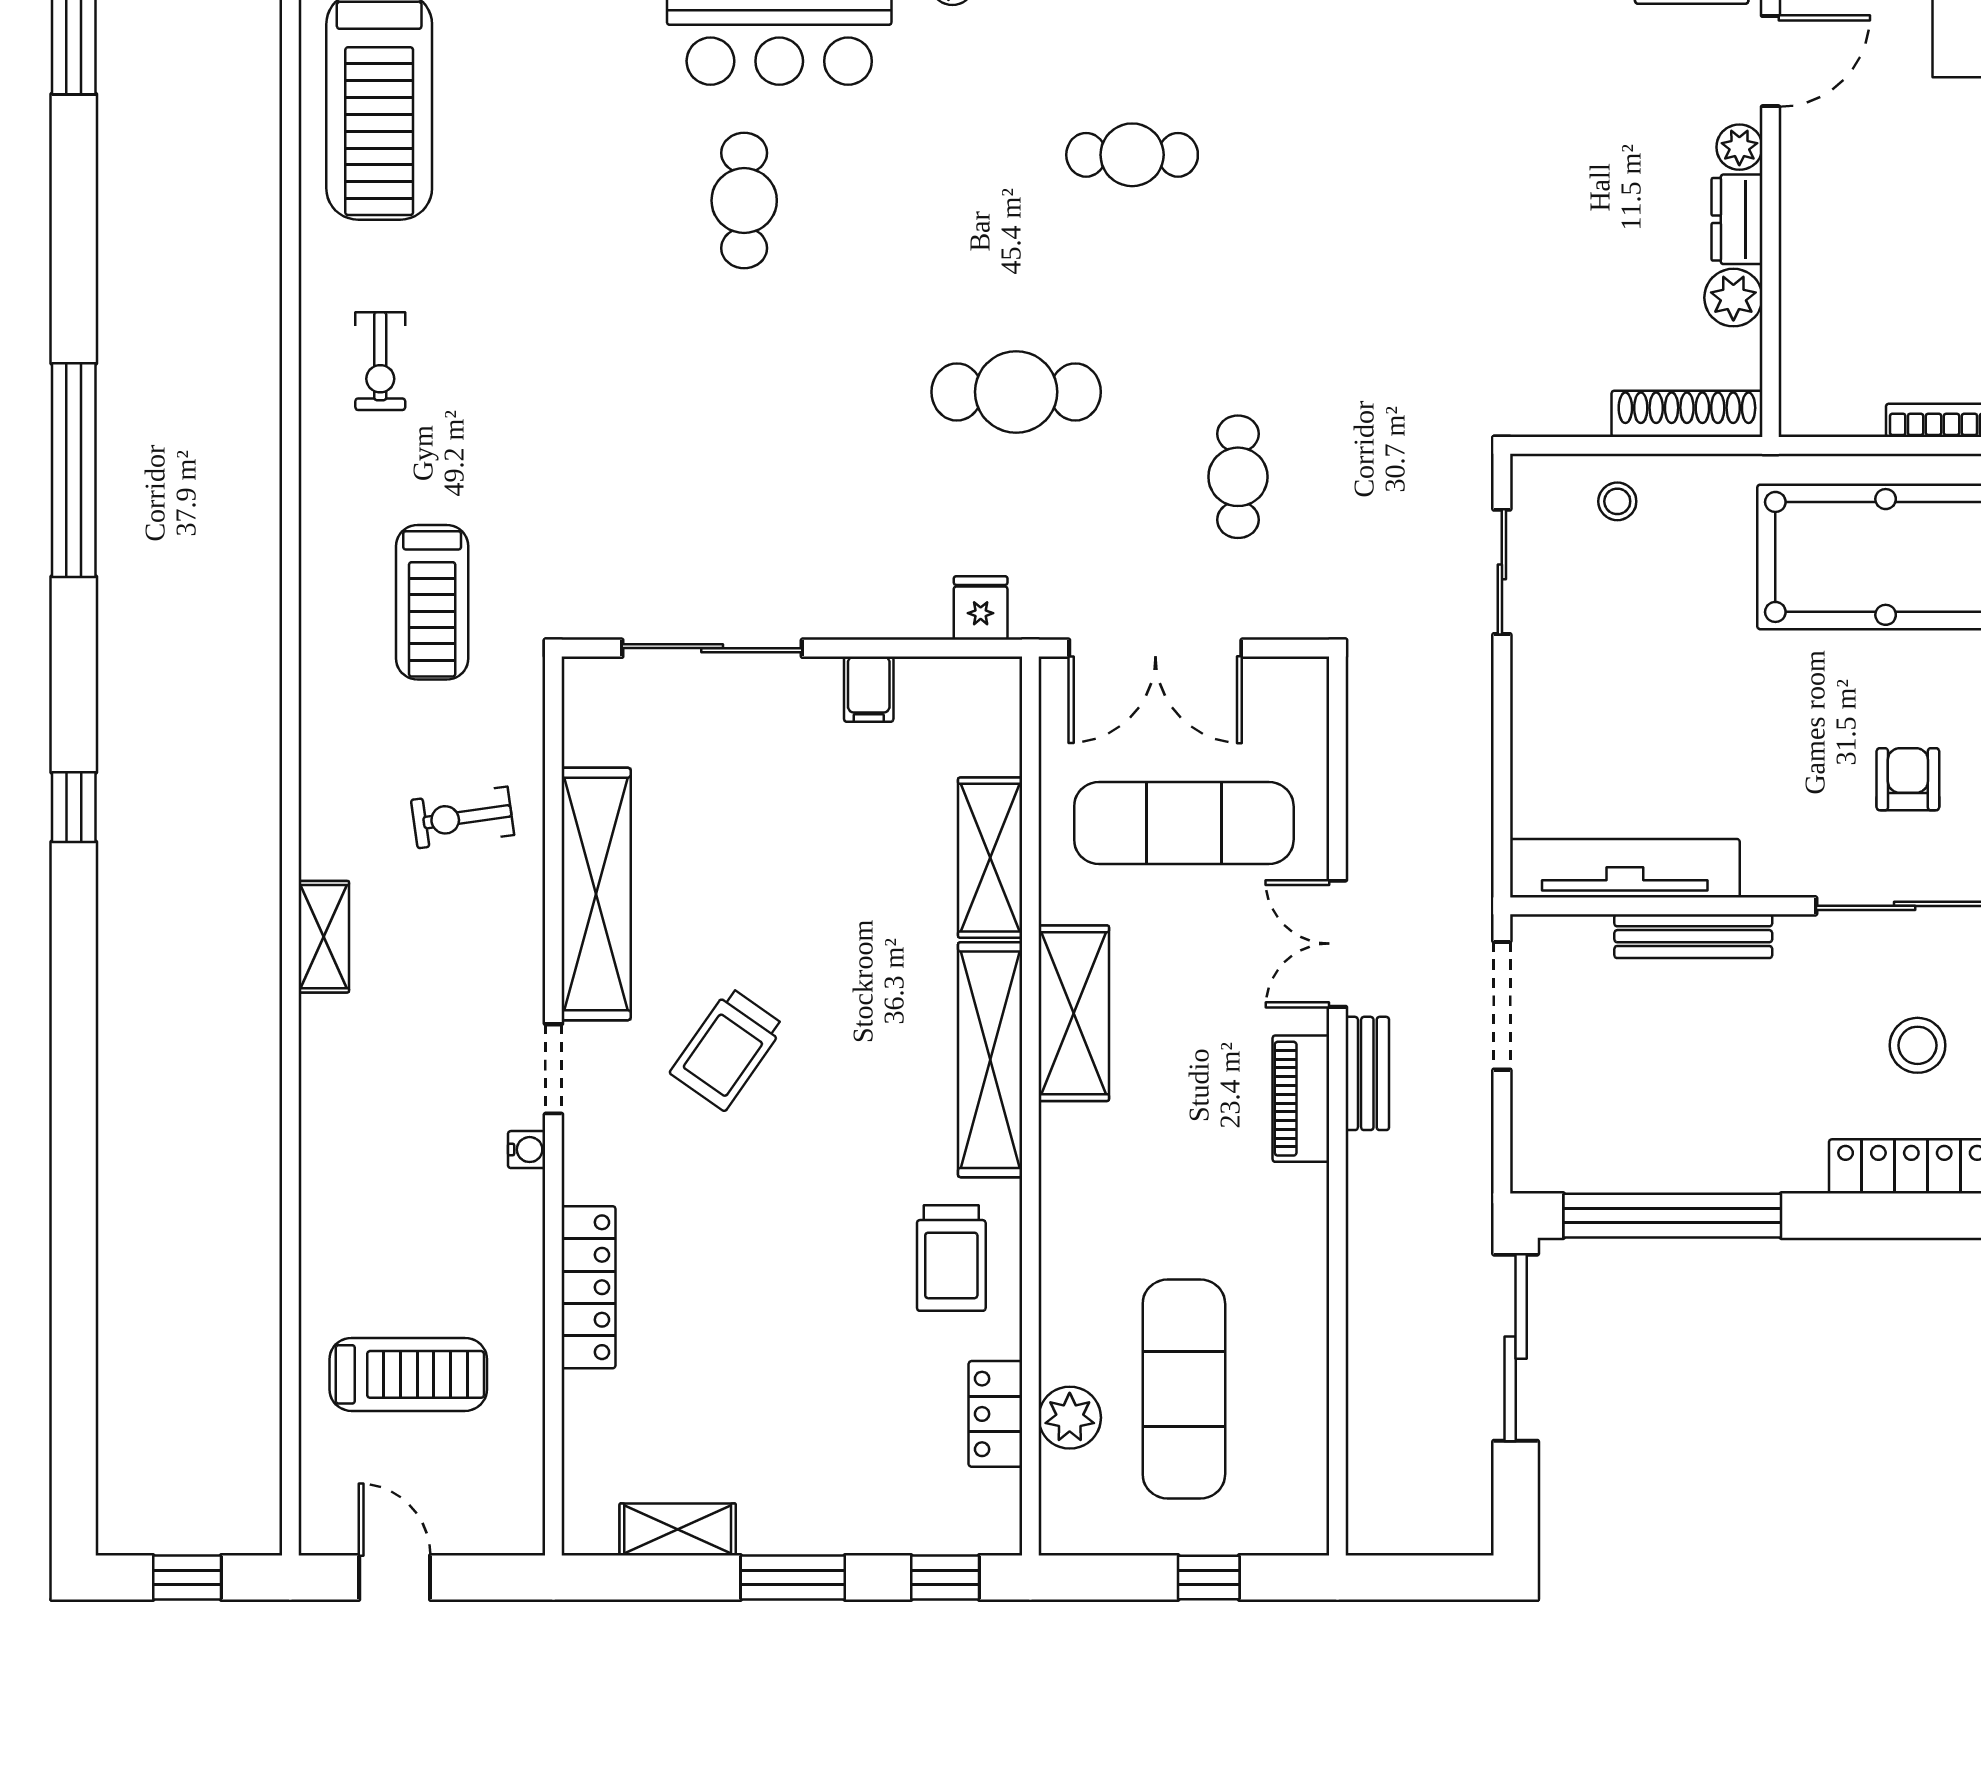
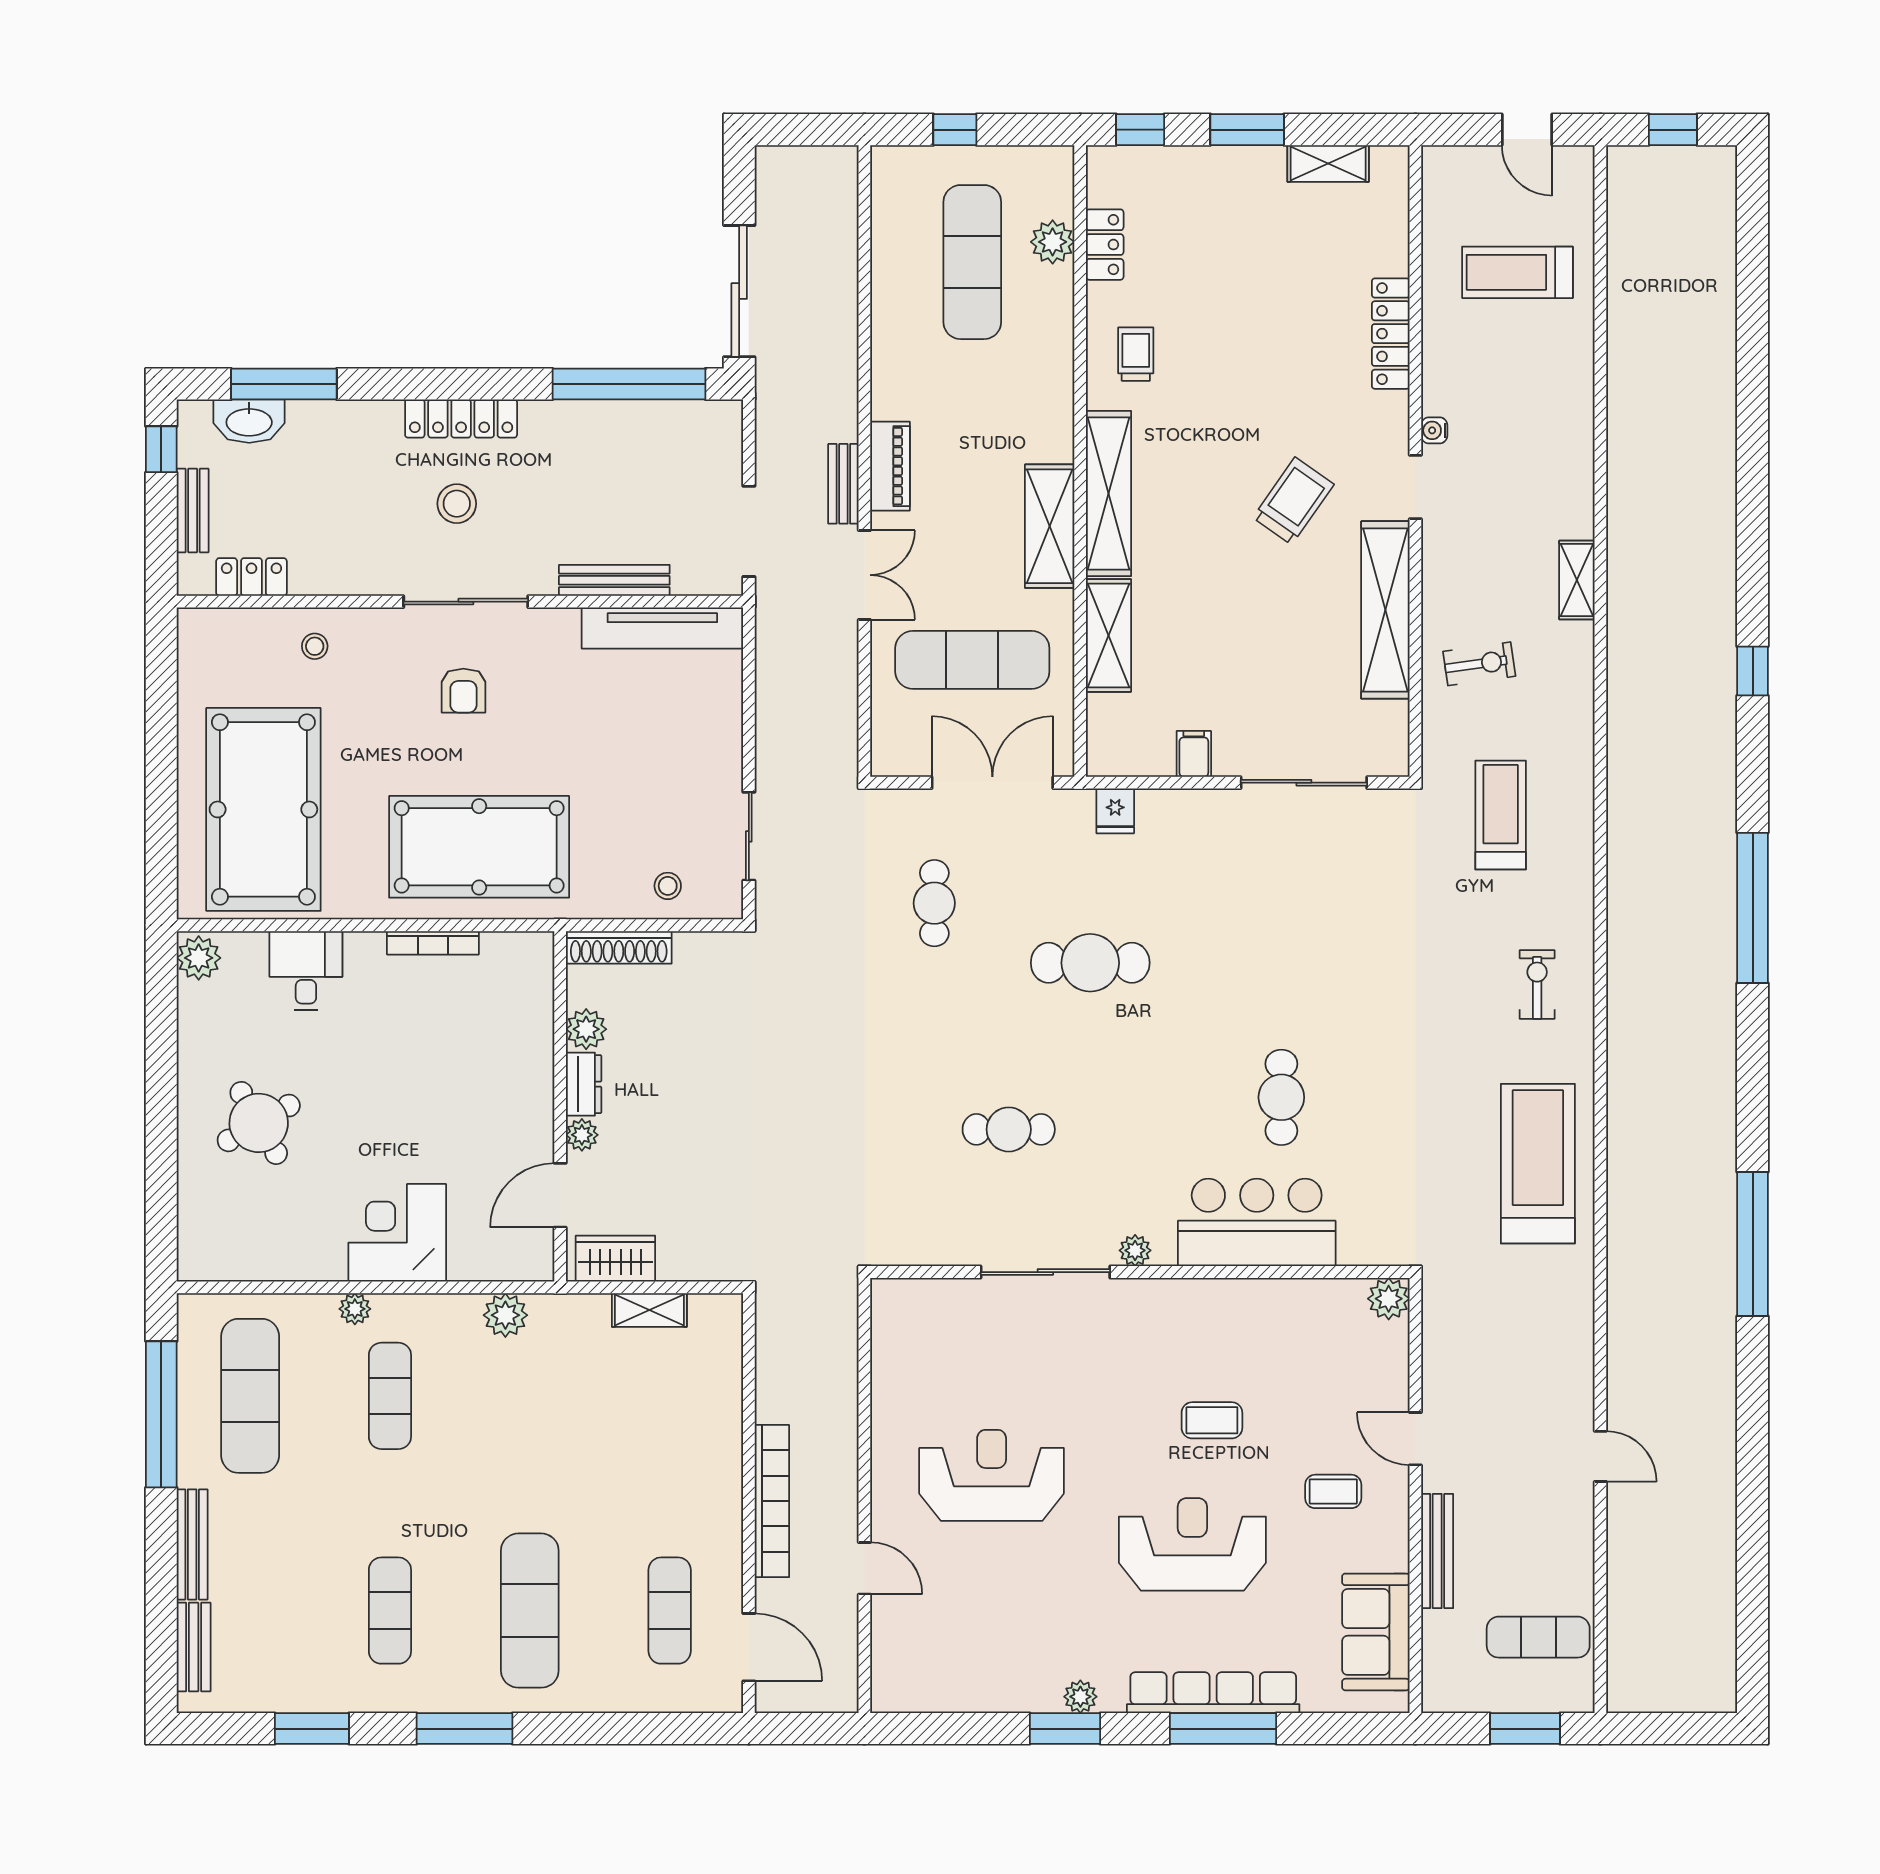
trolley: (951, 1258) -> (1136, 354), width x0.73, depth x0.72

